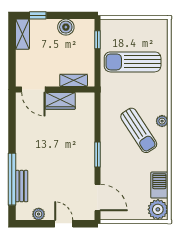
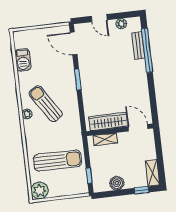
wardrobe: (60, 101) -> (108, 121), width x1.50
plant: (158, 209) -> (40, 191), moved

